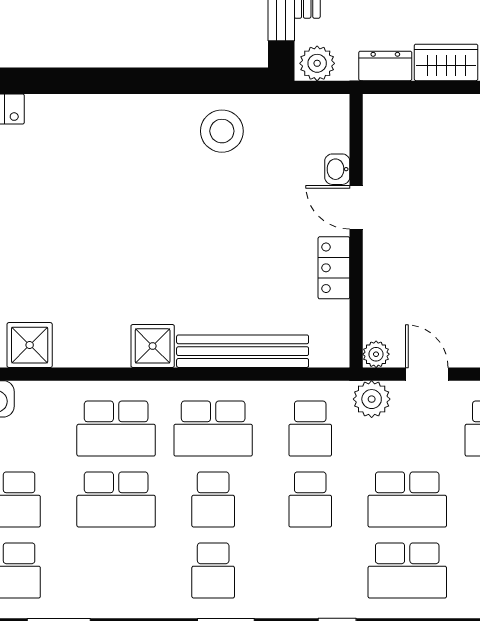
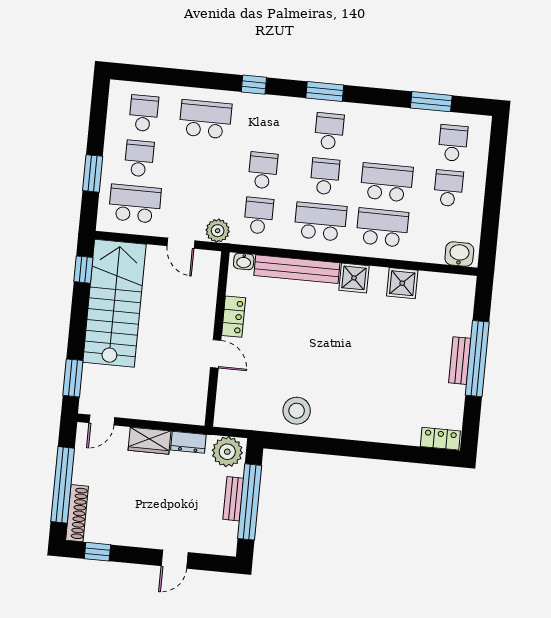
plant: (317, 63) -> (227, 452), width x1.36, depth x1.36
washbasin: (337, 169) -> (244, 261), moved, turned 90
shower: (30, 345) -> (402, 283), moved
plant: (376, 354) -> (212, 259), removed
school desk: (407, 500) -> (201, 164), removed

